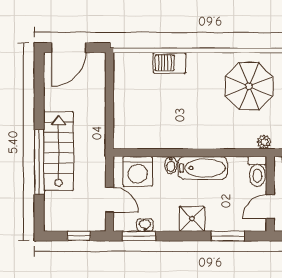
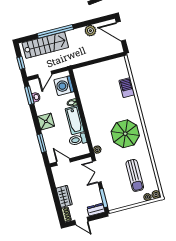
plant: (54, 100) -> (90, 31), added
stairs: (59, 151) -> (45, 45), moved
toilet: (257, 172) -> (78, 140), moved

